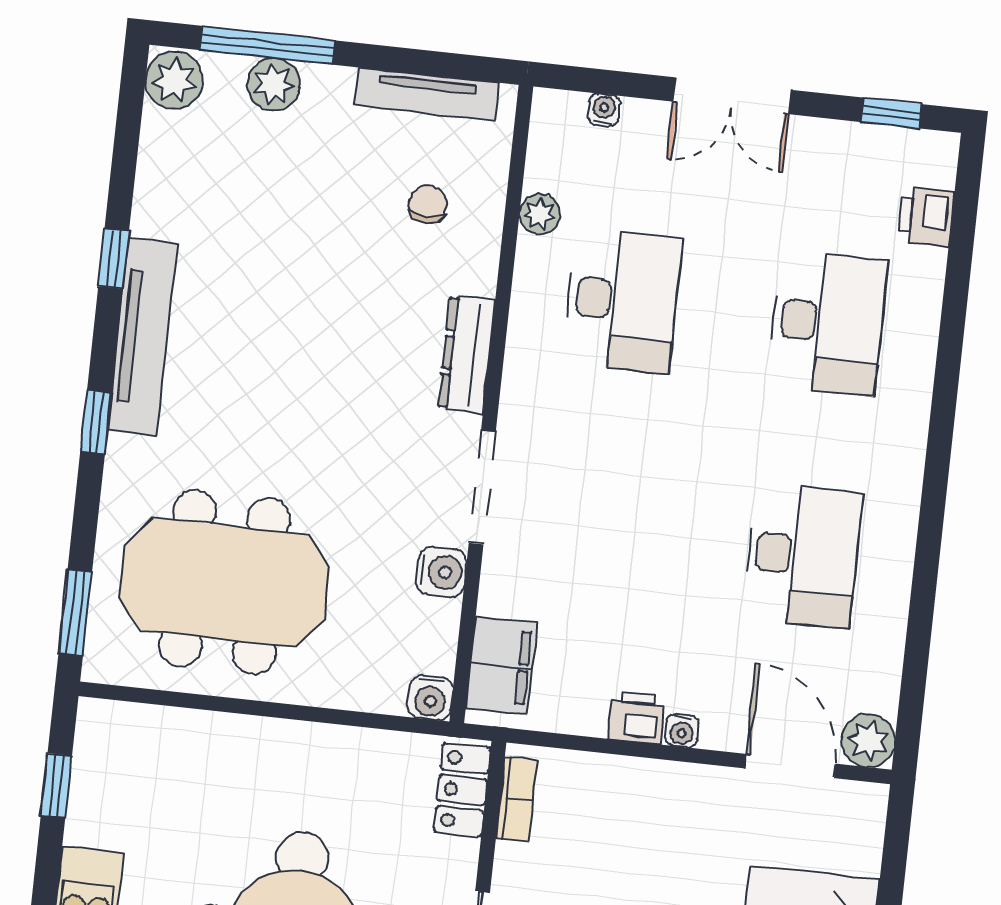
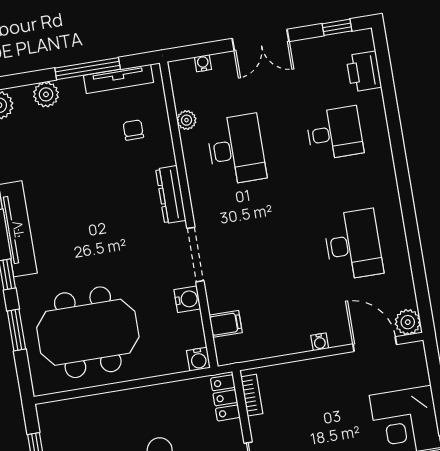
window: (267, 45) -> (88, 69), moved
printer: (926, 217) -> (364, 71), width x1.36, depth x1.24
desk: (828, 323) -> (335, 133), width x0.73
window: (75, 613) -> (16, 330), moved
filing cabinet: (502, 666) -> (226, 324), width x0.50
printer: (636, 718) -> (297, 342), removed

